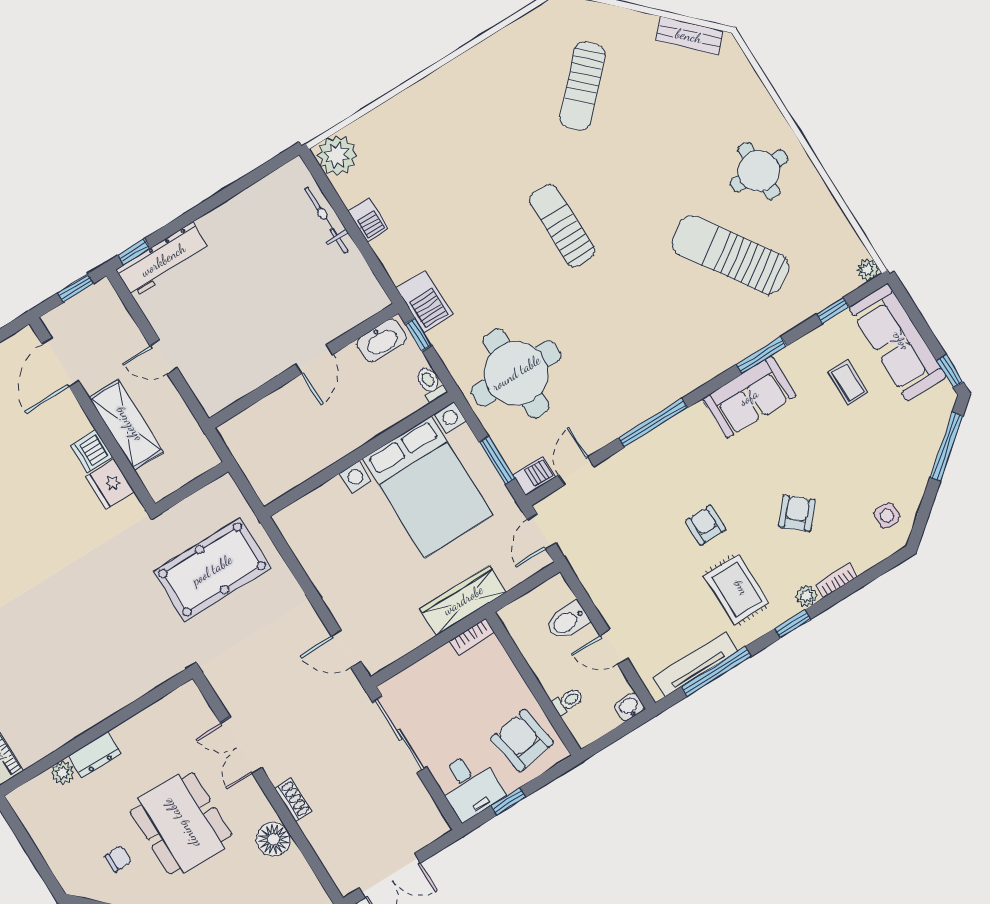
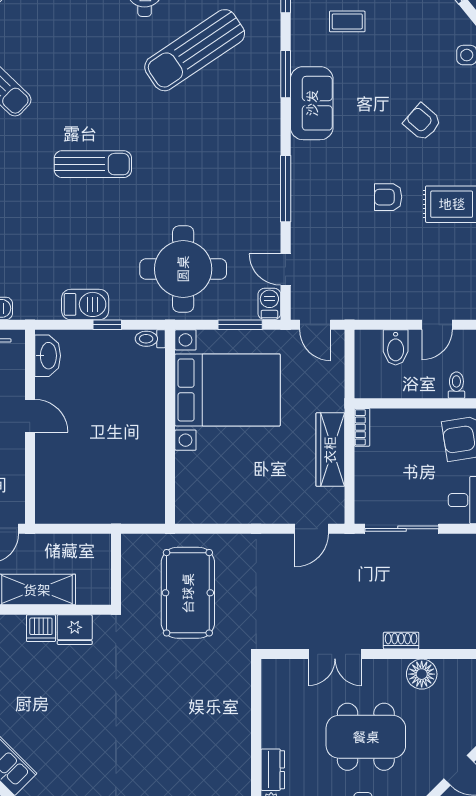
sun lounger: (562, 226) -> (93, 164), turned 180
washbasin: (381, 341) -> (48, 356), moved
door: (314, 359) -> (30, 416), moved
wall: (304, 366) -> (30, 427), moved
wardrobe: (463, 600) -> (330, 450), moved

